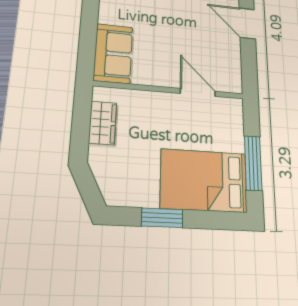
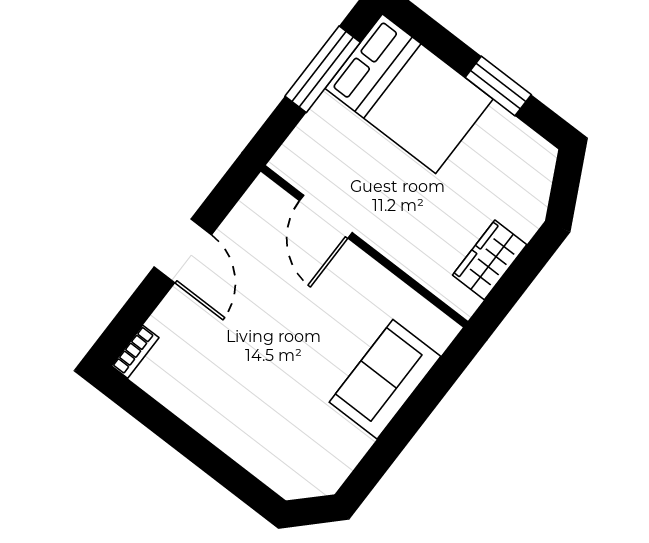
door: (247, 23) -> (183, 251), moved
sofa: (113, 53) -> (385, 379), moved

